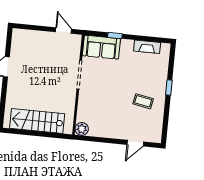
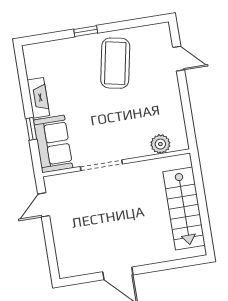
fireplace: (147, 47) -> (38, 98), moved
coffee table: (143, 101) -> (115, 63), width x1.86, depth x1.72
plant: (82, 129) -> (160, 144), moved

